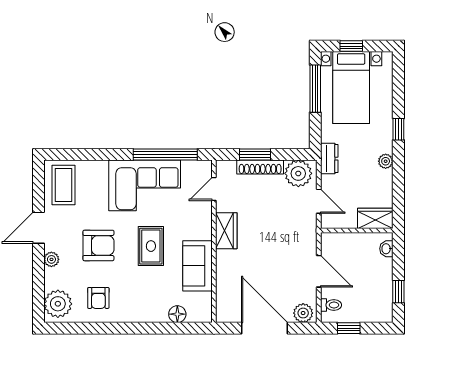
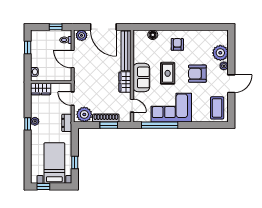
window: (351, 46) -> (43, 187), moved
window: (315, 89) -> (75, 162), width x0.46
window: (398, 129) -> (28, 124), moved
door: (214, 189) -> (132, 106), hinge flipped
sofa: (198, 266) -> (141, 77), moved
bench: (225, 286) -> (126, 51), added
armchair: (98, 298) -> (177, 44), moved
plant: (58, 304) -> (220, 53), moved

